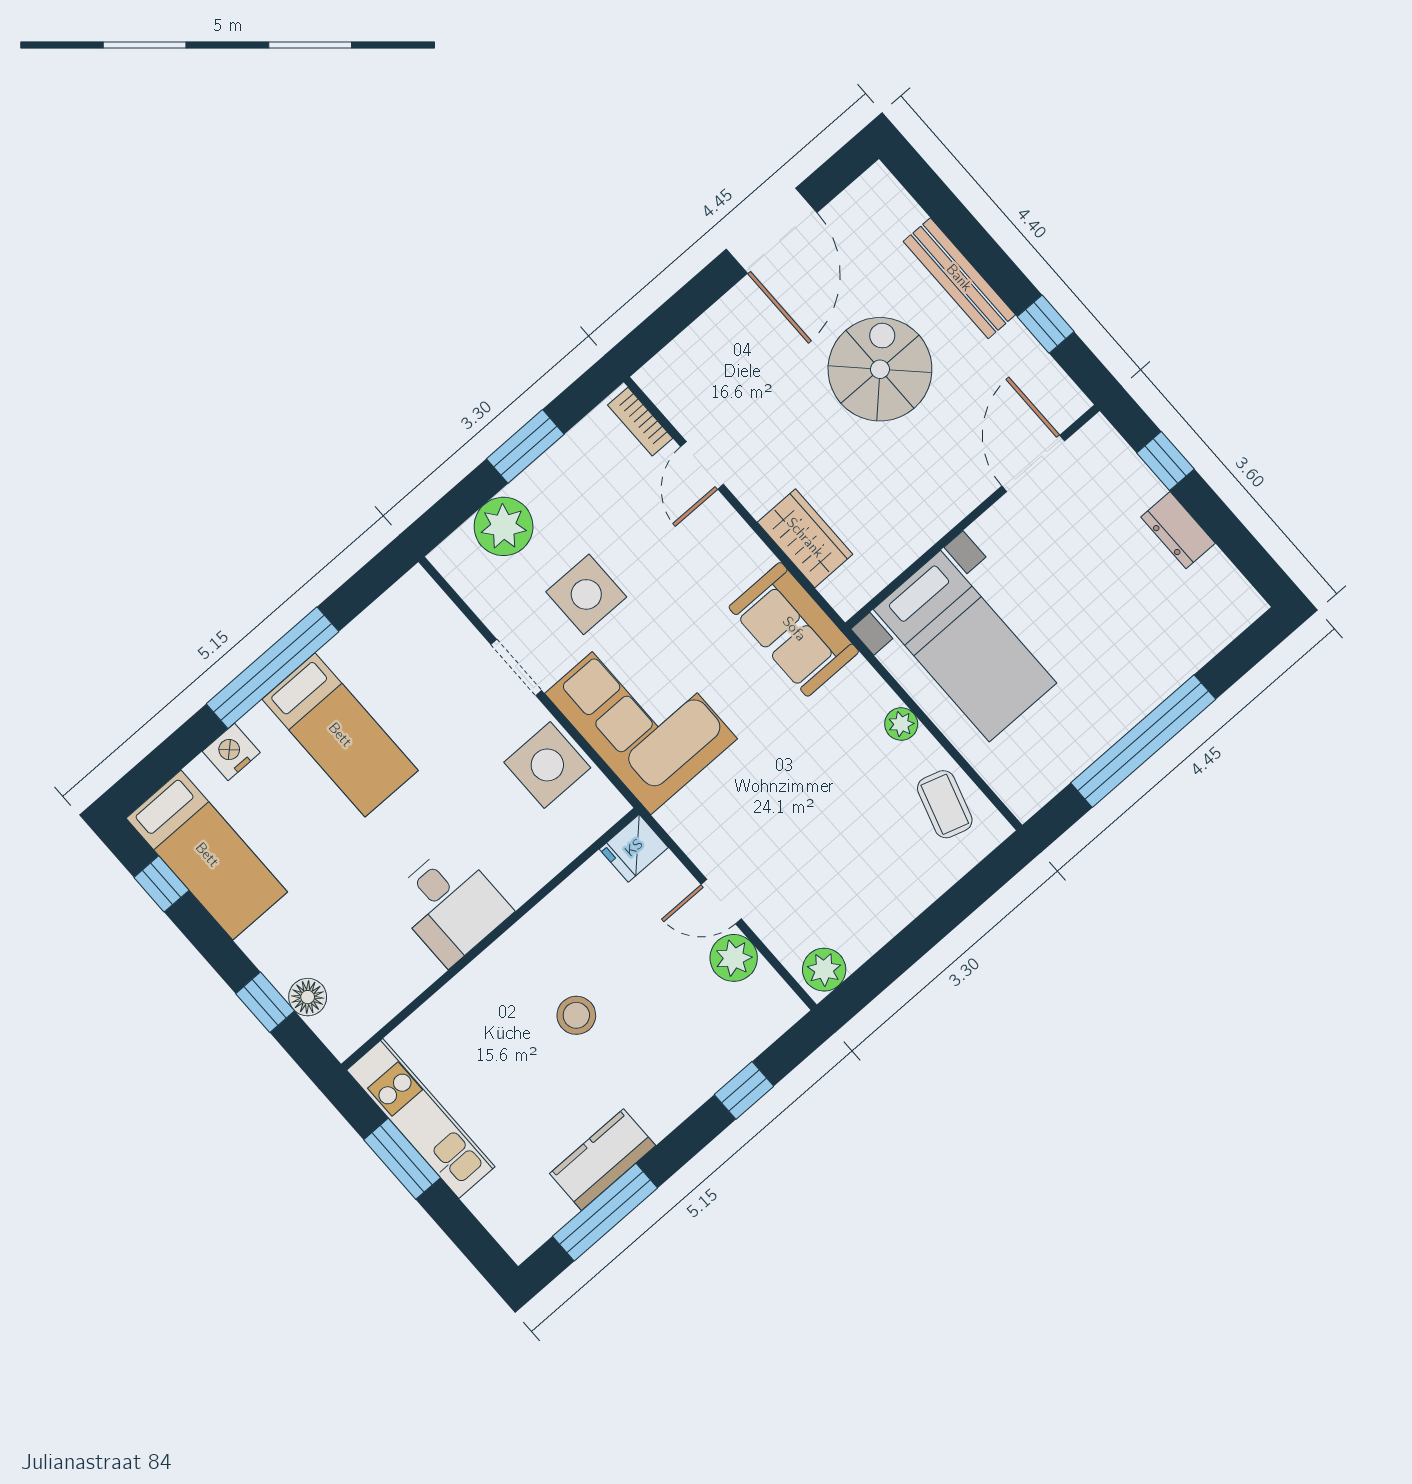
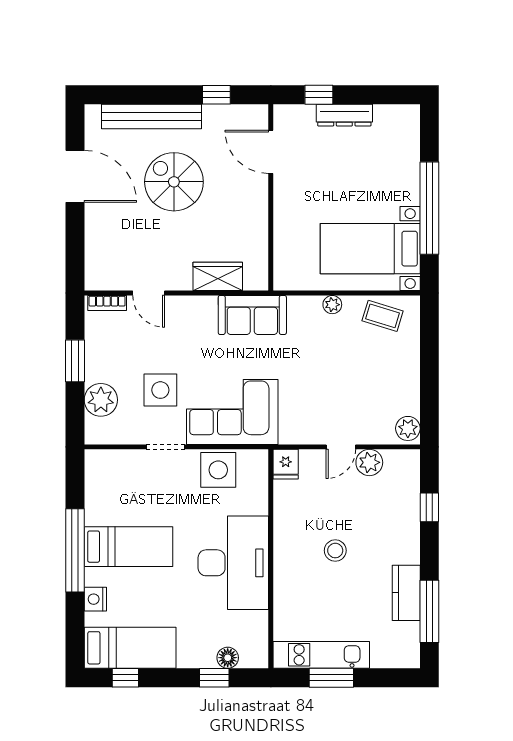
bench: (959, 278) -> (151, 117), width x1.37, depth x1.21
dresser: (1178, 530) -> (344, 115), width x1.44
bed with nightstands: (965, 646) -> (370, 249), moved, turned 180
desk: (450, 905) -> (233, 563), width x1.87, depth x1.30

